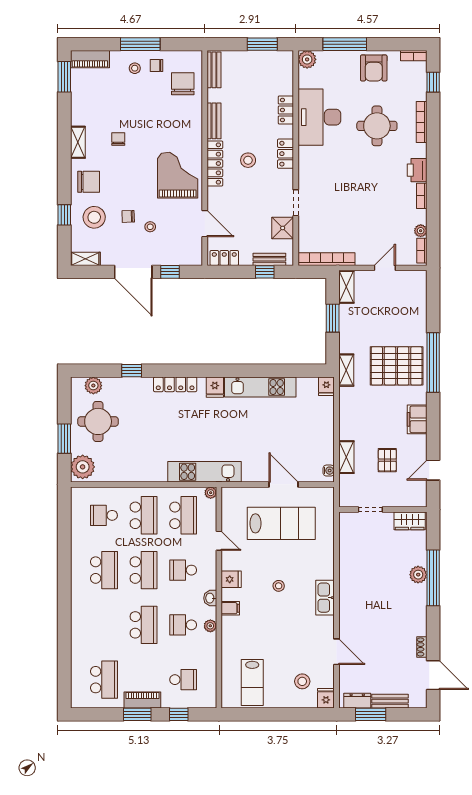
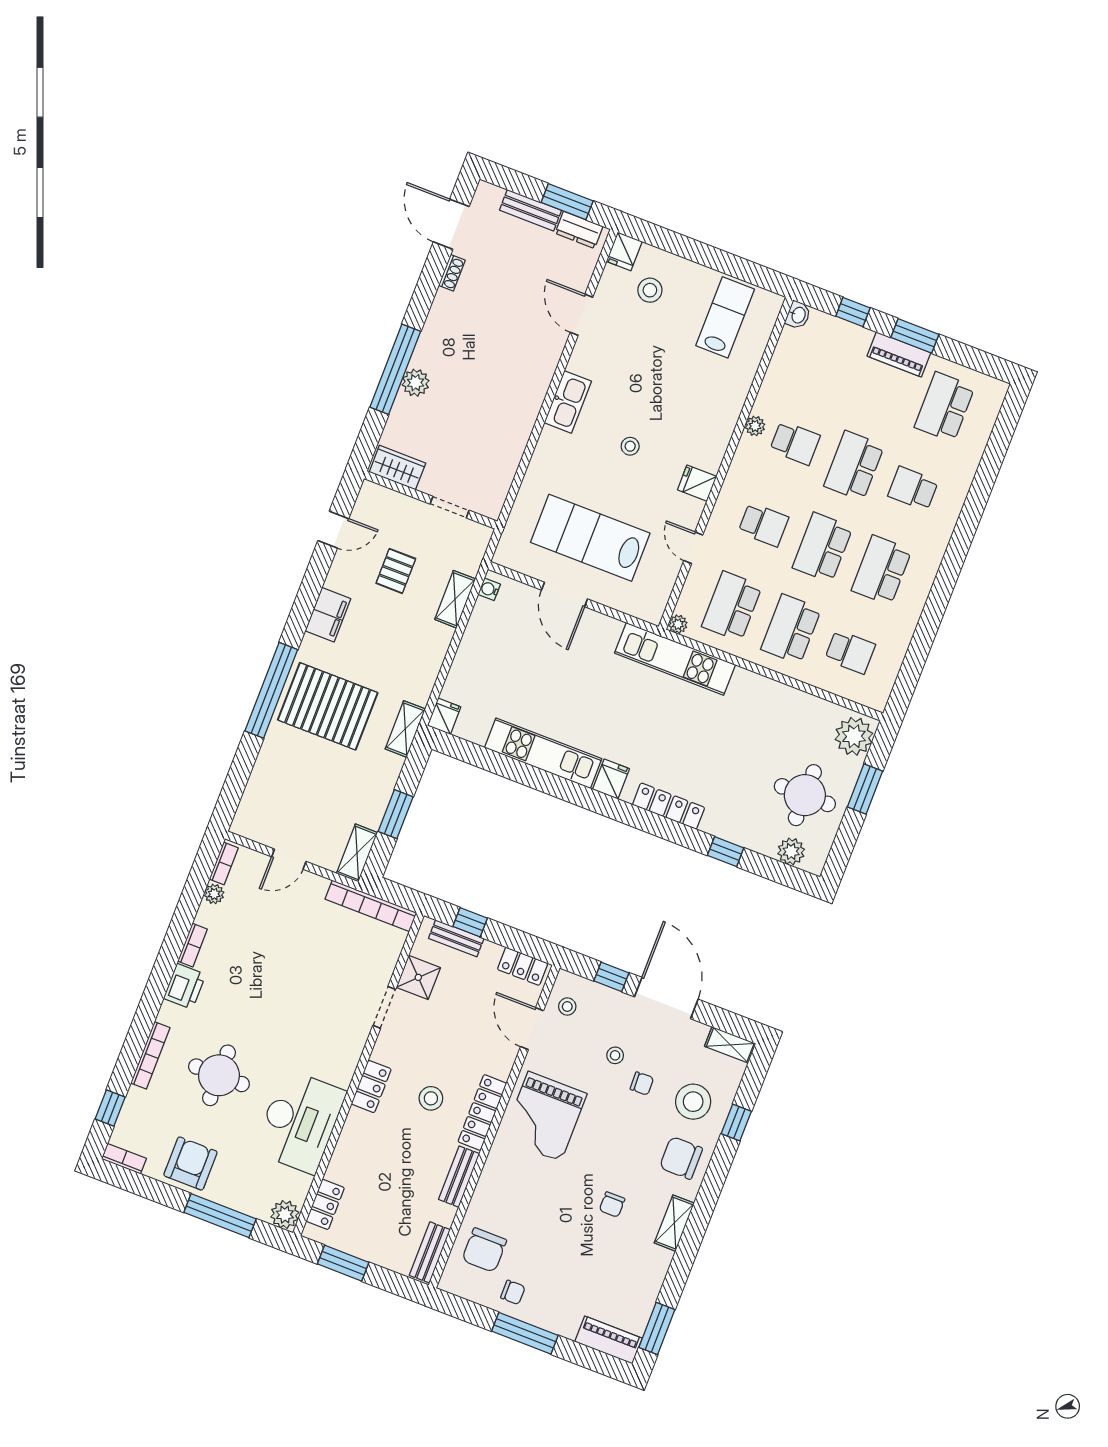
stool: (135, 68) -> (567, 1007), moved
locker: (286, 110) -> (325, 1204), moved
washbasin: (210, 598) -> (798, 315), moved
filing cabinet: (230, 608) -> (715, 441), removed
school desk: (183, 680) -> (913, 489), moved

